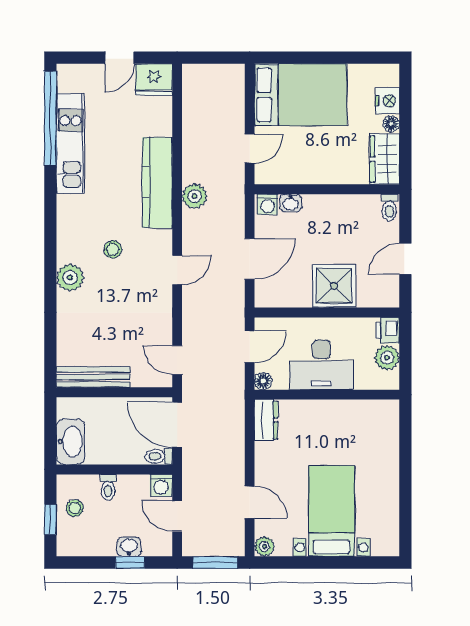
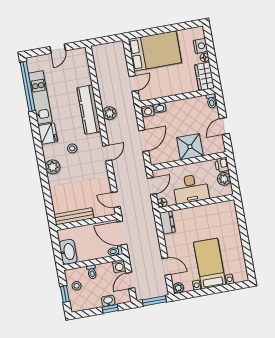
fridge: (154, 79) -> (48, 134), moved, turned -90
door: (177, 516) -> (130, 280), hinge flipped

